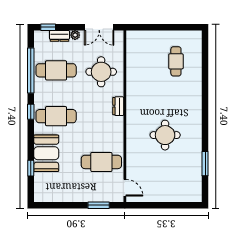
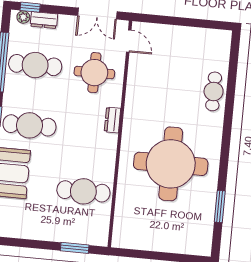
plant: (75, 35) -> (23, 17), moved
cafe table: (176, 61) -> (214, 91), moved
round table: (165, 135) -> (171, 164), width x1.86, depth x1.86
door: (125, 188) -> (129, 41), moved

